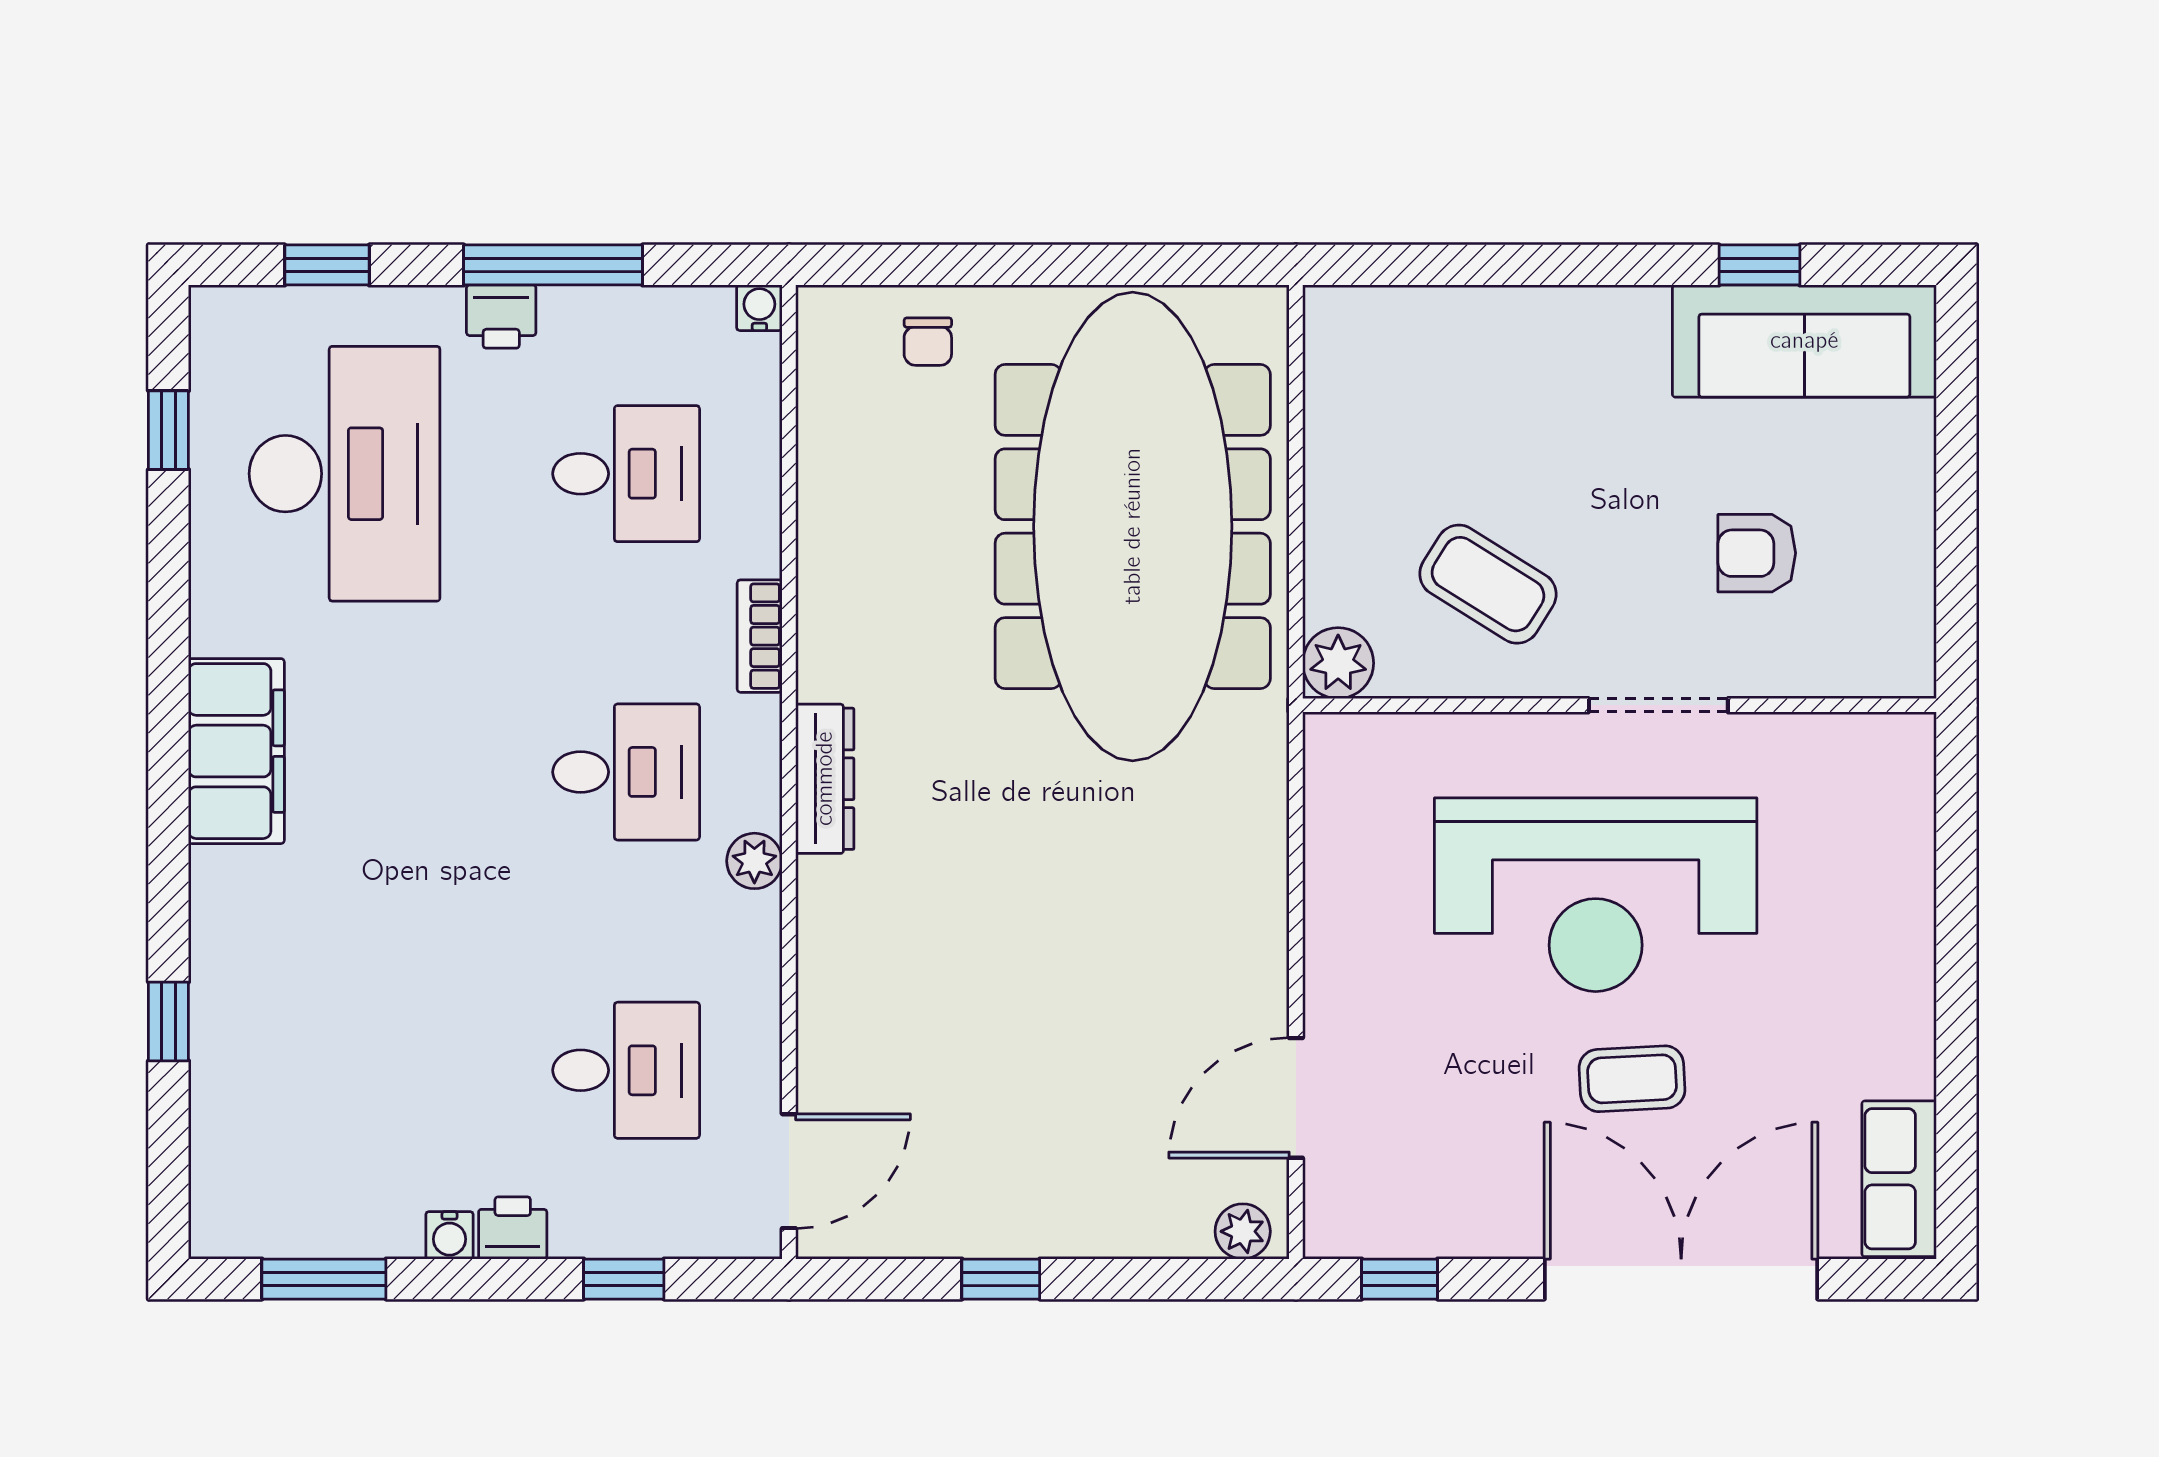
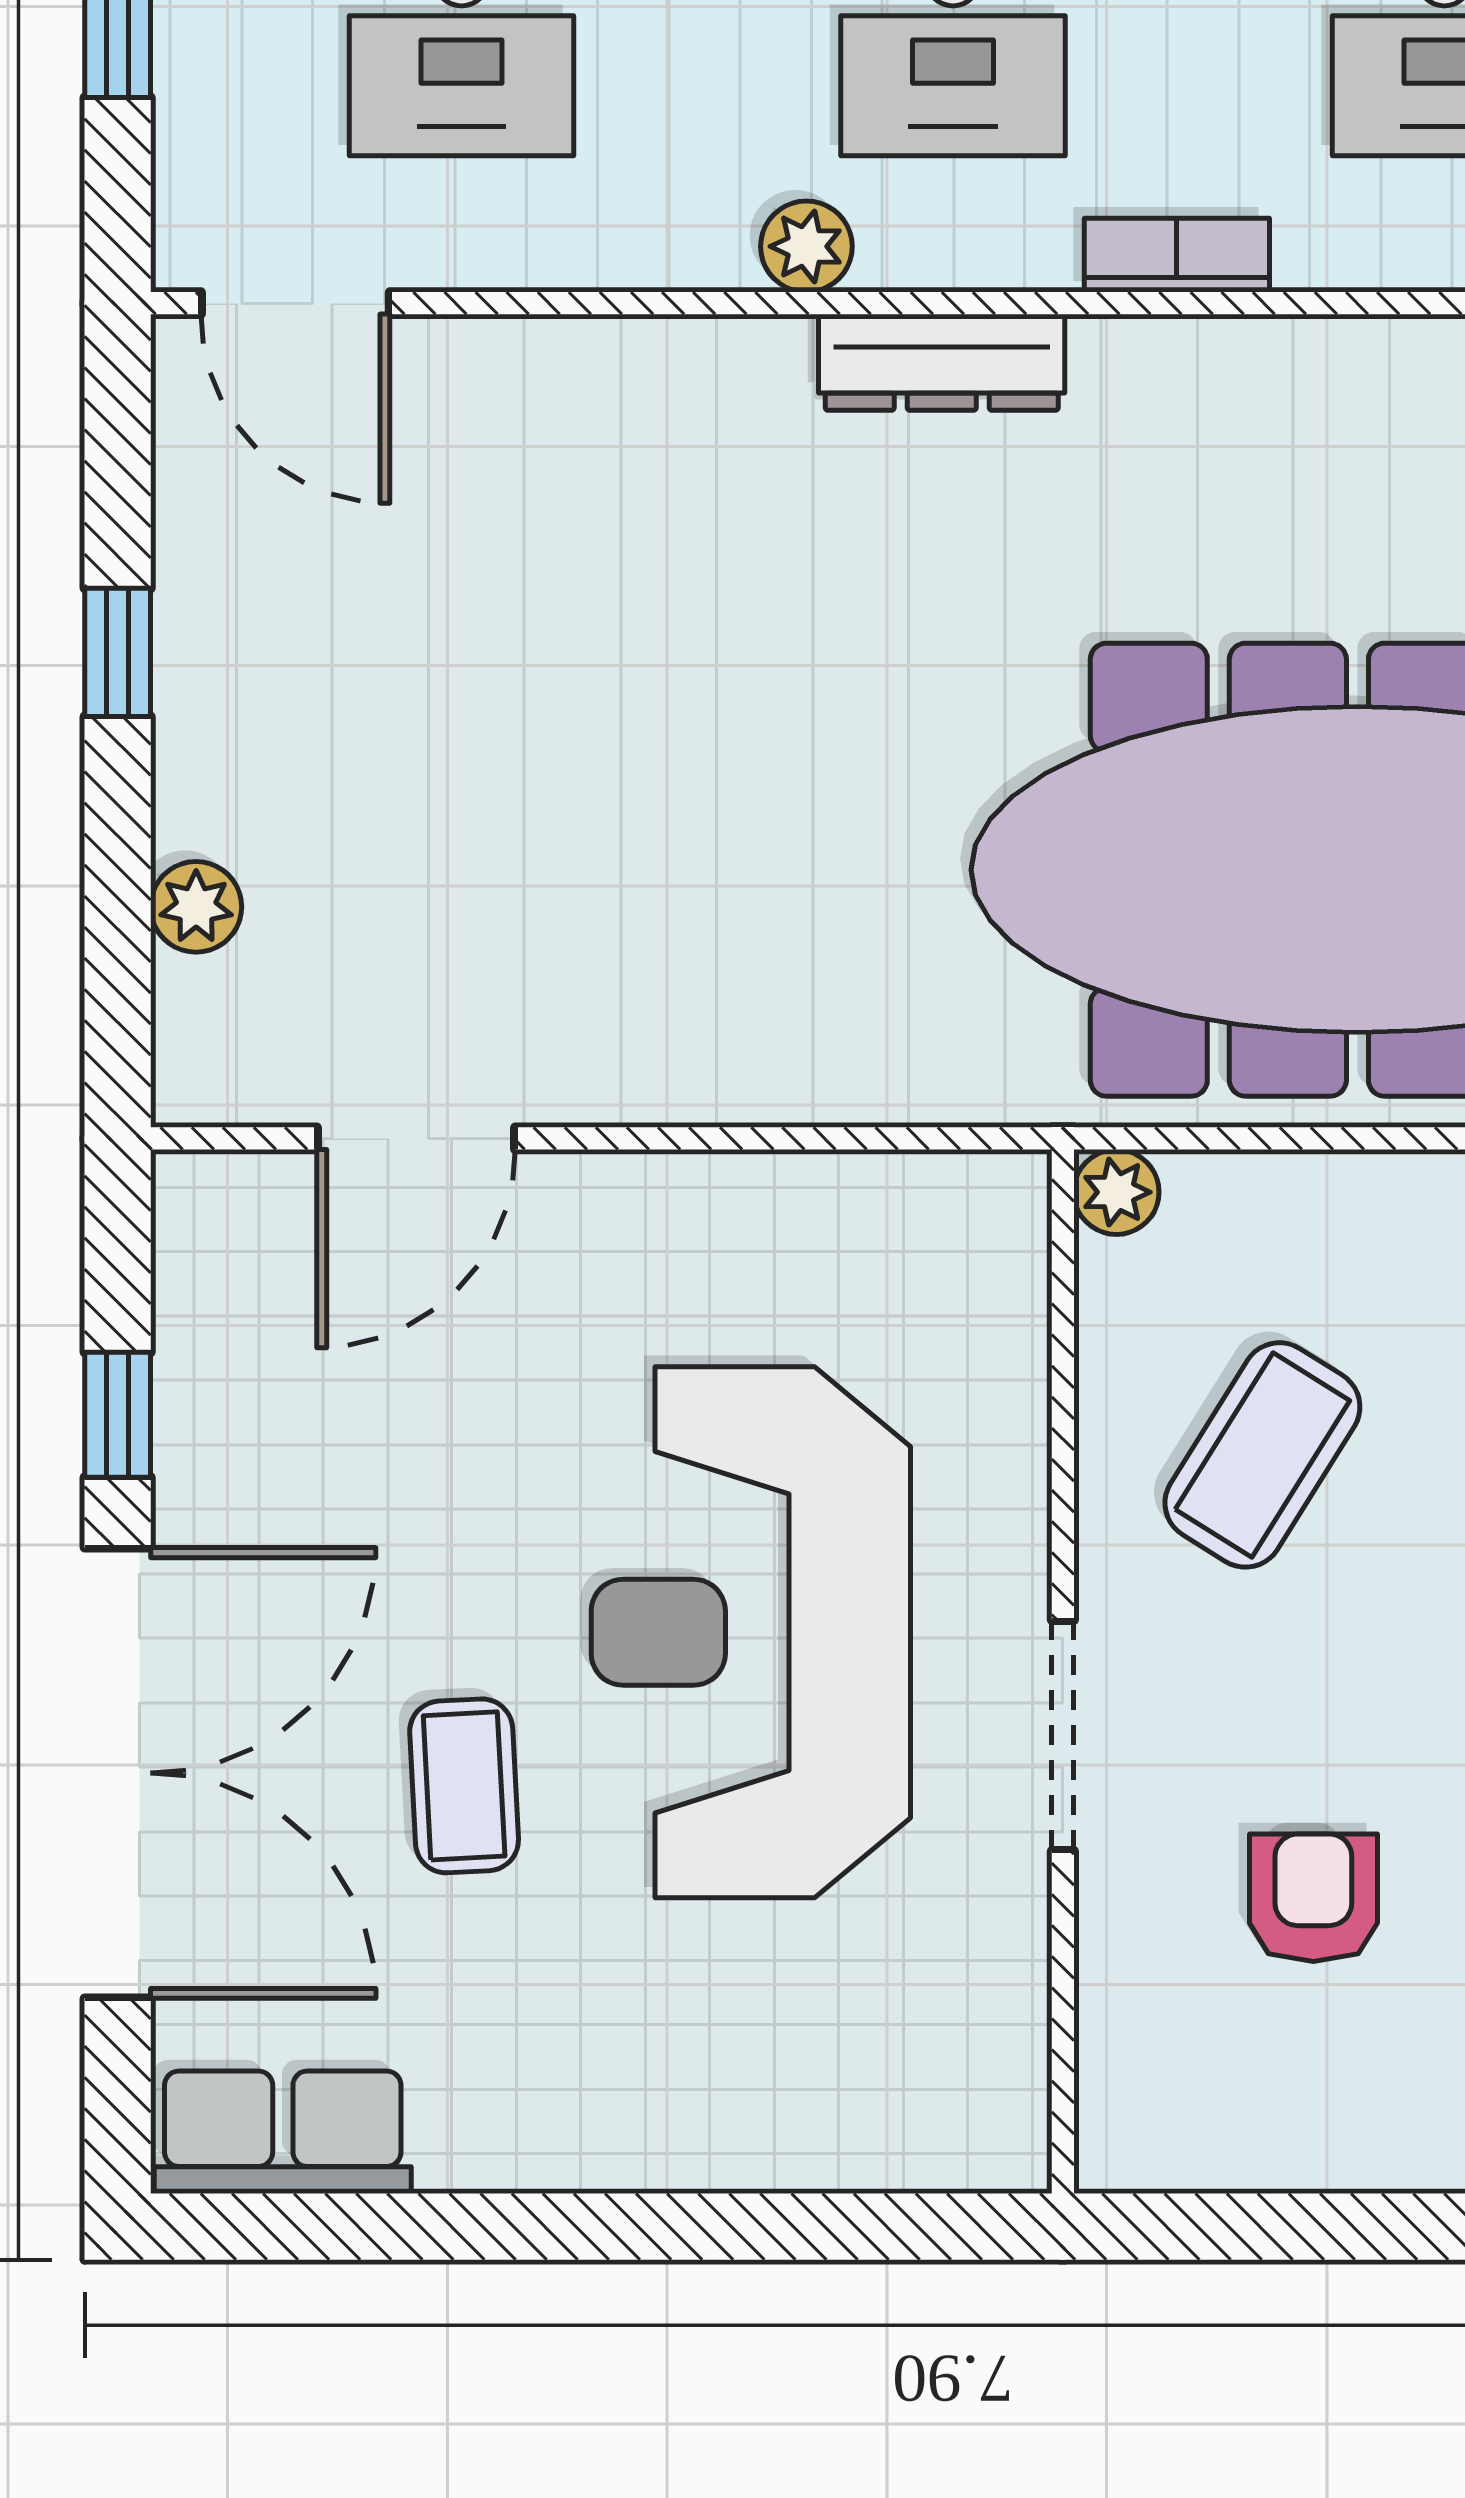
plant: (1338, 663) -> (1116, 1192), width x0.73, depth x0.73
coffee table: (1632, 1079) -> (464, 1786), moved
door: (1296, 1098) -> (416, 1138), swing flipped
plant: (1243, 1231) -> (196, 907), moved
window: (1400, 1279) -> (118, 1415), moved

